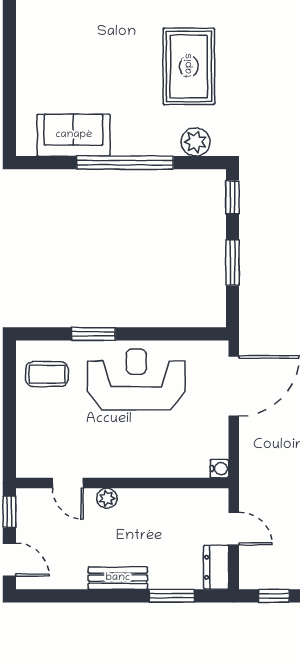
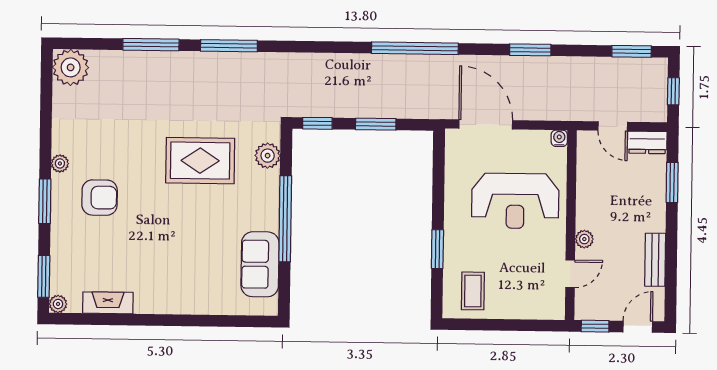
reception desk: (136, 379) -> (515, 201), moved, turned -90
door: (234, 528) -> (613, 126), swing flipped
bench: (118, 578) -> (655, 260), moved

